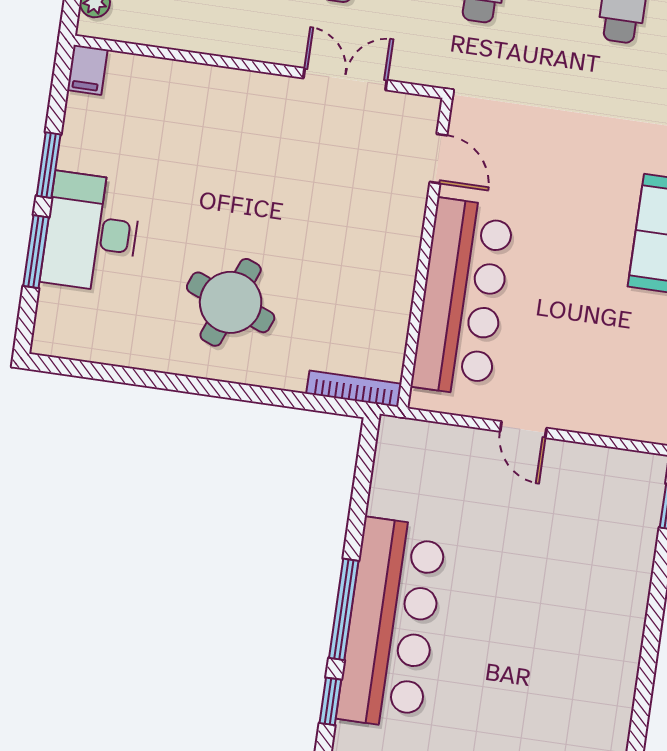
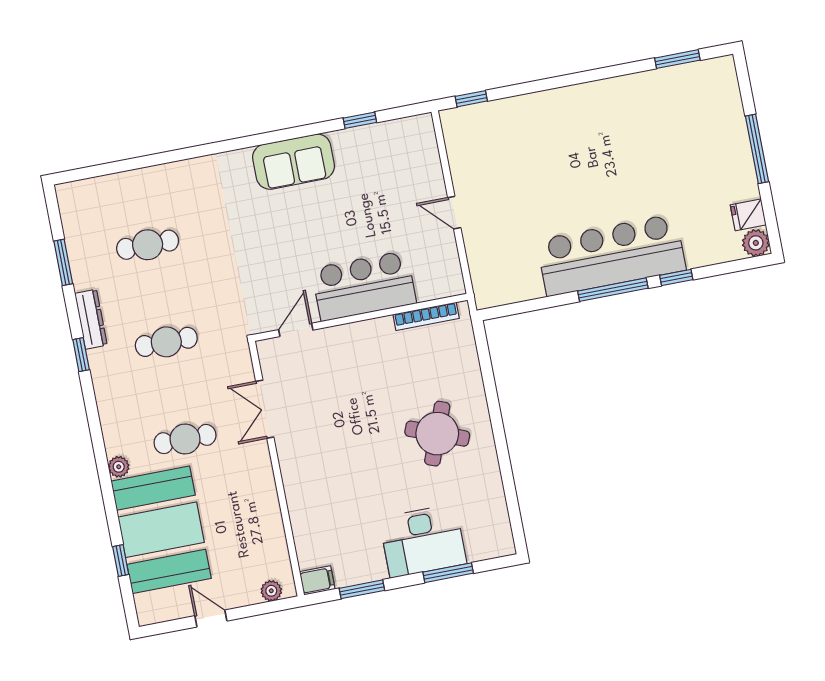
window: (49, 165) -> (362, 589), moved
bar counter: (463, 297) -> (364, 286), width x0.73
bookcase: (354, 389) -> (426, 316), moved, turned -90
door: (523, 430) -> (454, 213), swing flipped

